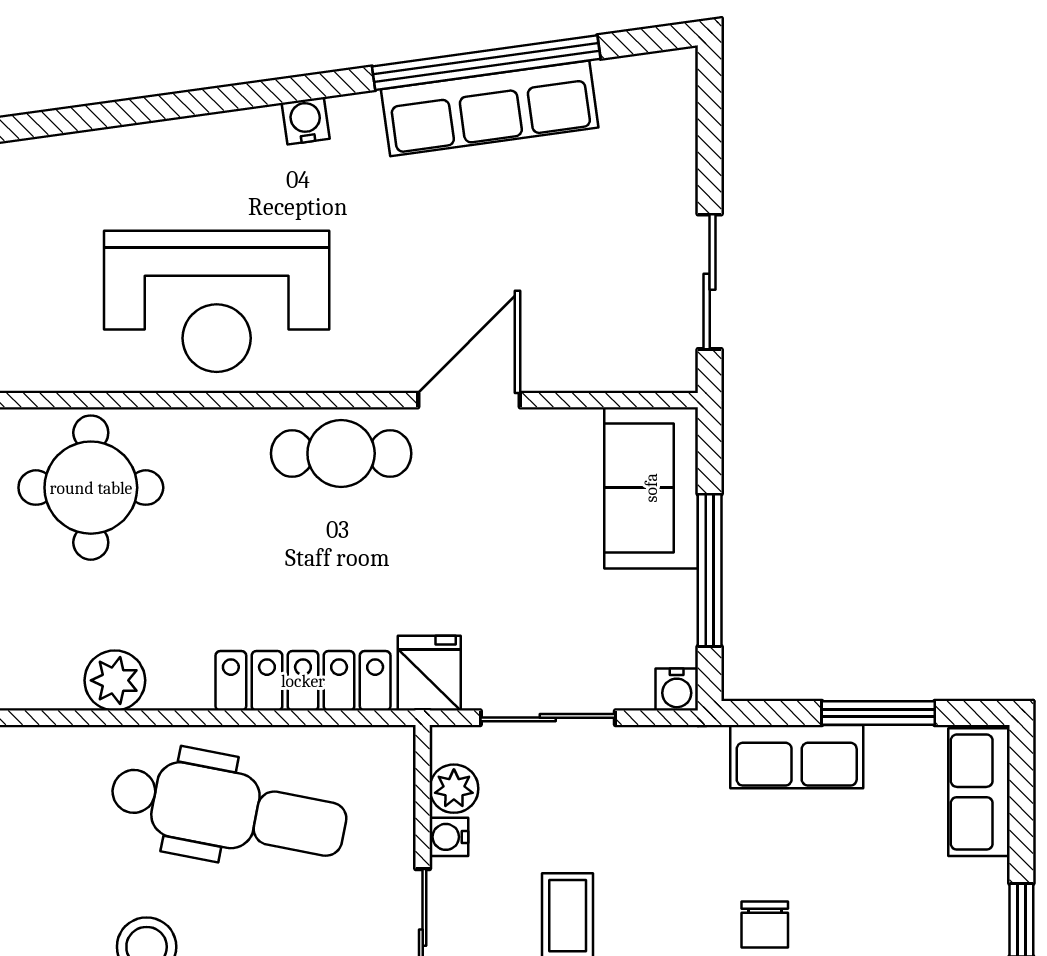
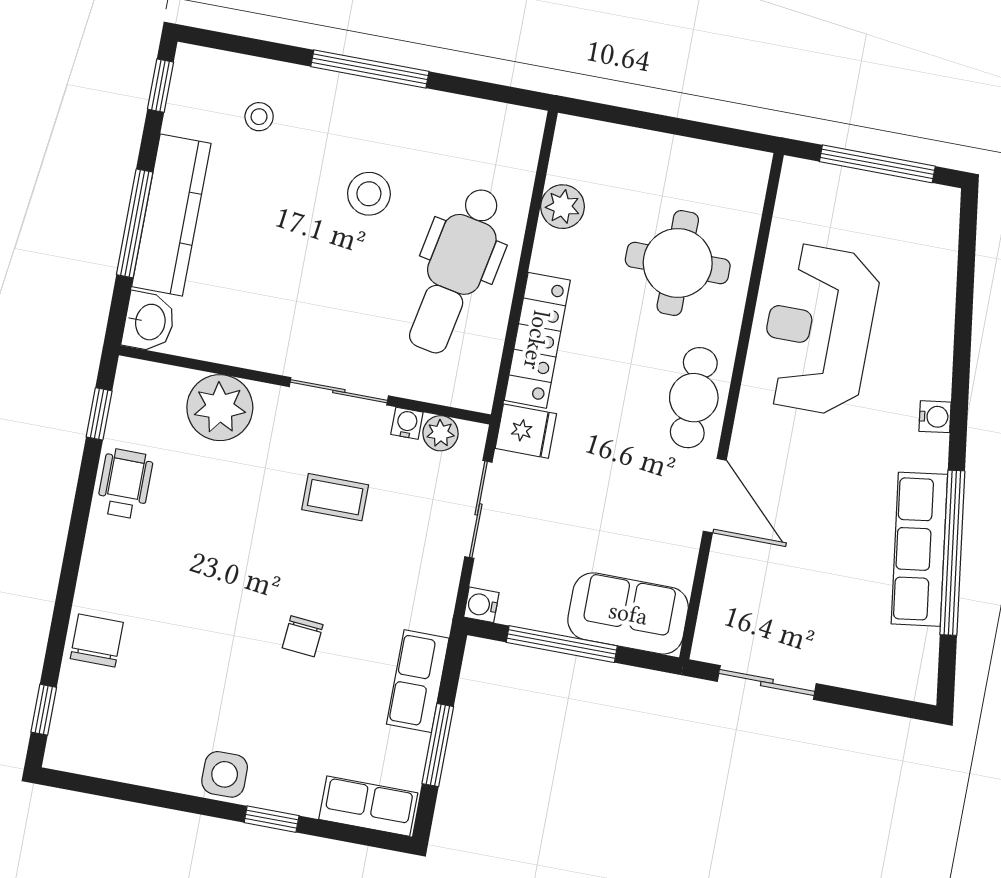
round table: (91, 488) -> (678, 263), moved
chair: (765, 925) -> (303, 636), turned -85

